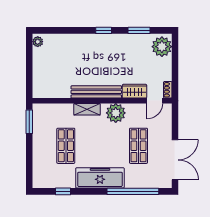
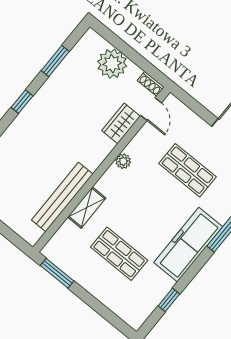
plant: (162, 47) -> (112, 64), moved
bench: (96, 92) -> (62, 197), moved
shelving: (87, 109) -> (87, 208), moved
plant: (116, 113) -> (123, 161), width x0.53, depth x0.53

